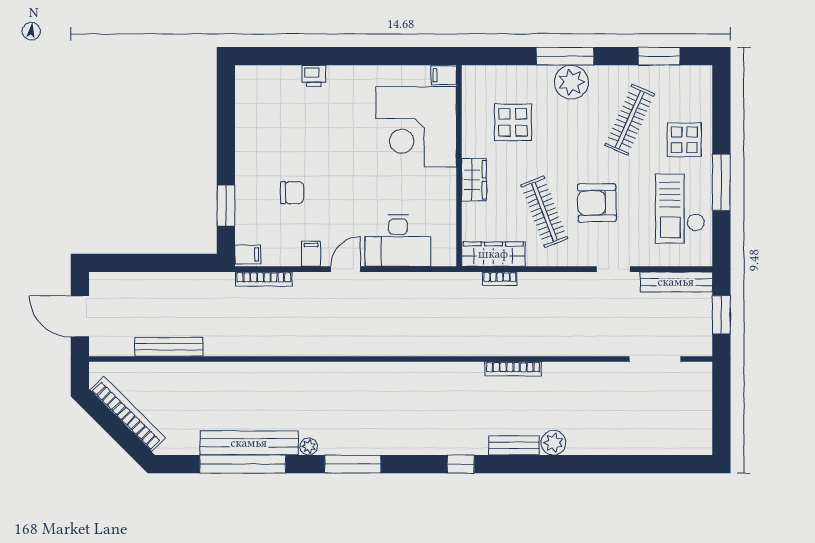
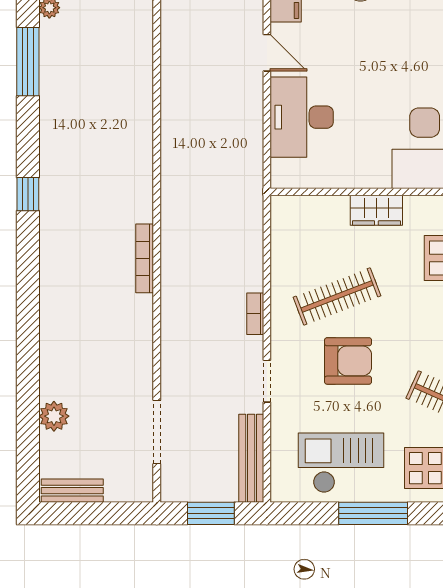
armchair: (597, 203) -> (348, 361), turned 91
wardrobe: (493, 254) -> (285, 234), removed
bookcase: (500, 279) -> (255, 314), moved
plant: (553, 443) -> (54, 416), moved
bench: (514, 445) -> (72, 491), moved, turned 90

